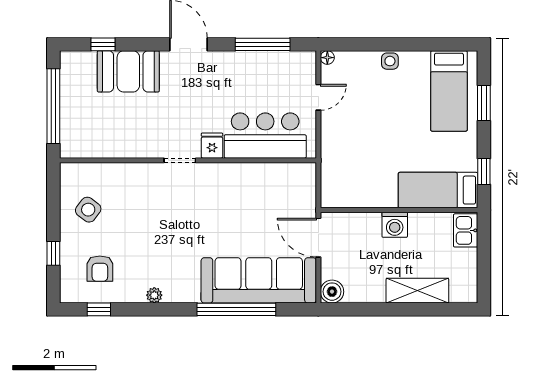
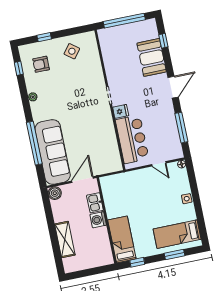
kitchen sink: (466, 230) -> (95, 203), moved, turned -90

